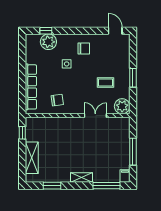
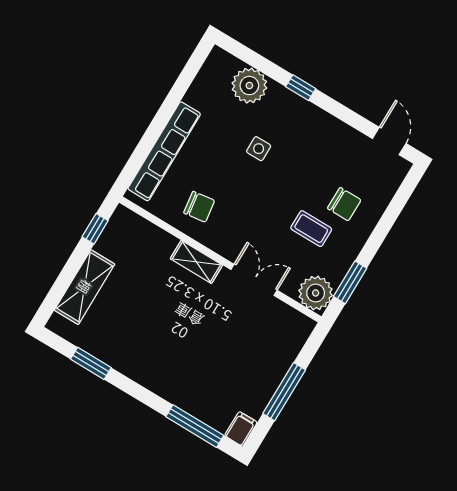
window: (46, 31) -> (301, 88), moved
chair: (84, 49) -> (344, 204), moved
window: (133, 78) -> (350, 282), moved
shelving: (82, 178) -> (196, 262), moved

